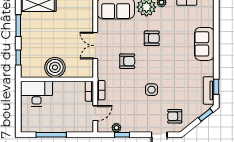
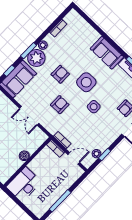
sofa: (204, 44) -> (107, 53), moved
side table: (165, 65) -> (86, 82), added
boiler: (55, 67) -> (24, 156), width x0.54, depth x0.54
door: (95, 113) -> (74, 158), hinge flipped

